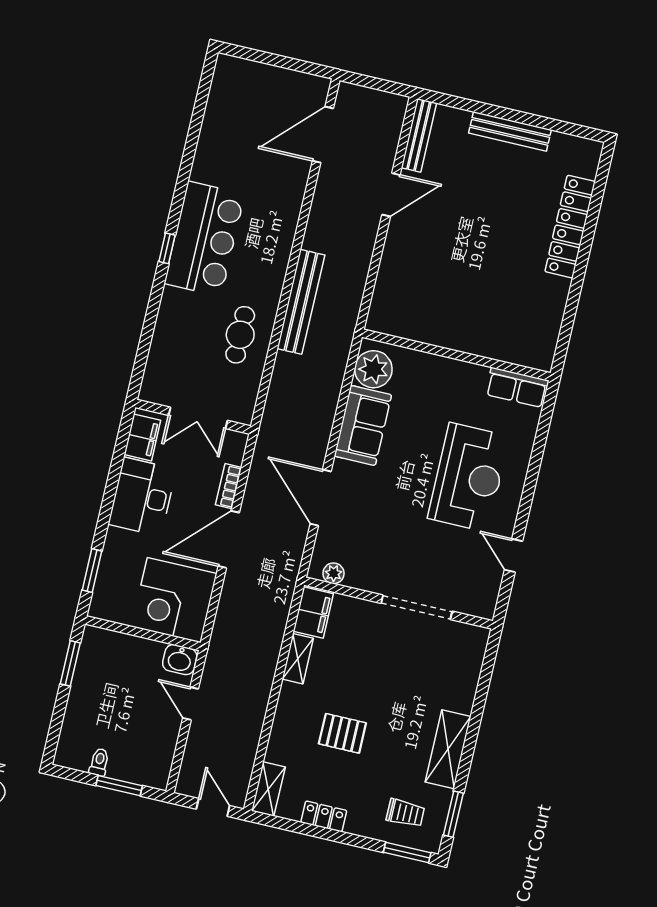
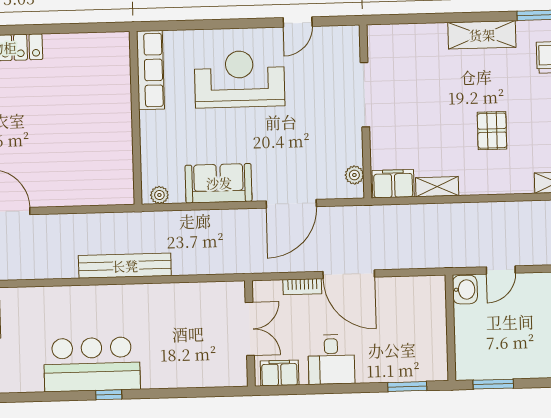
cafe table: (240, 335) -> (167, 311), removed
plant: (373, 369) -> (159, 195), width x0.53, depth x0.53
row of seats: (517, 387) -> (150, 70), width x1.48
desk: (142, 497) -> (331, 359), width x0.73
corner desk: (174, 600) -> (414, 308), removed

